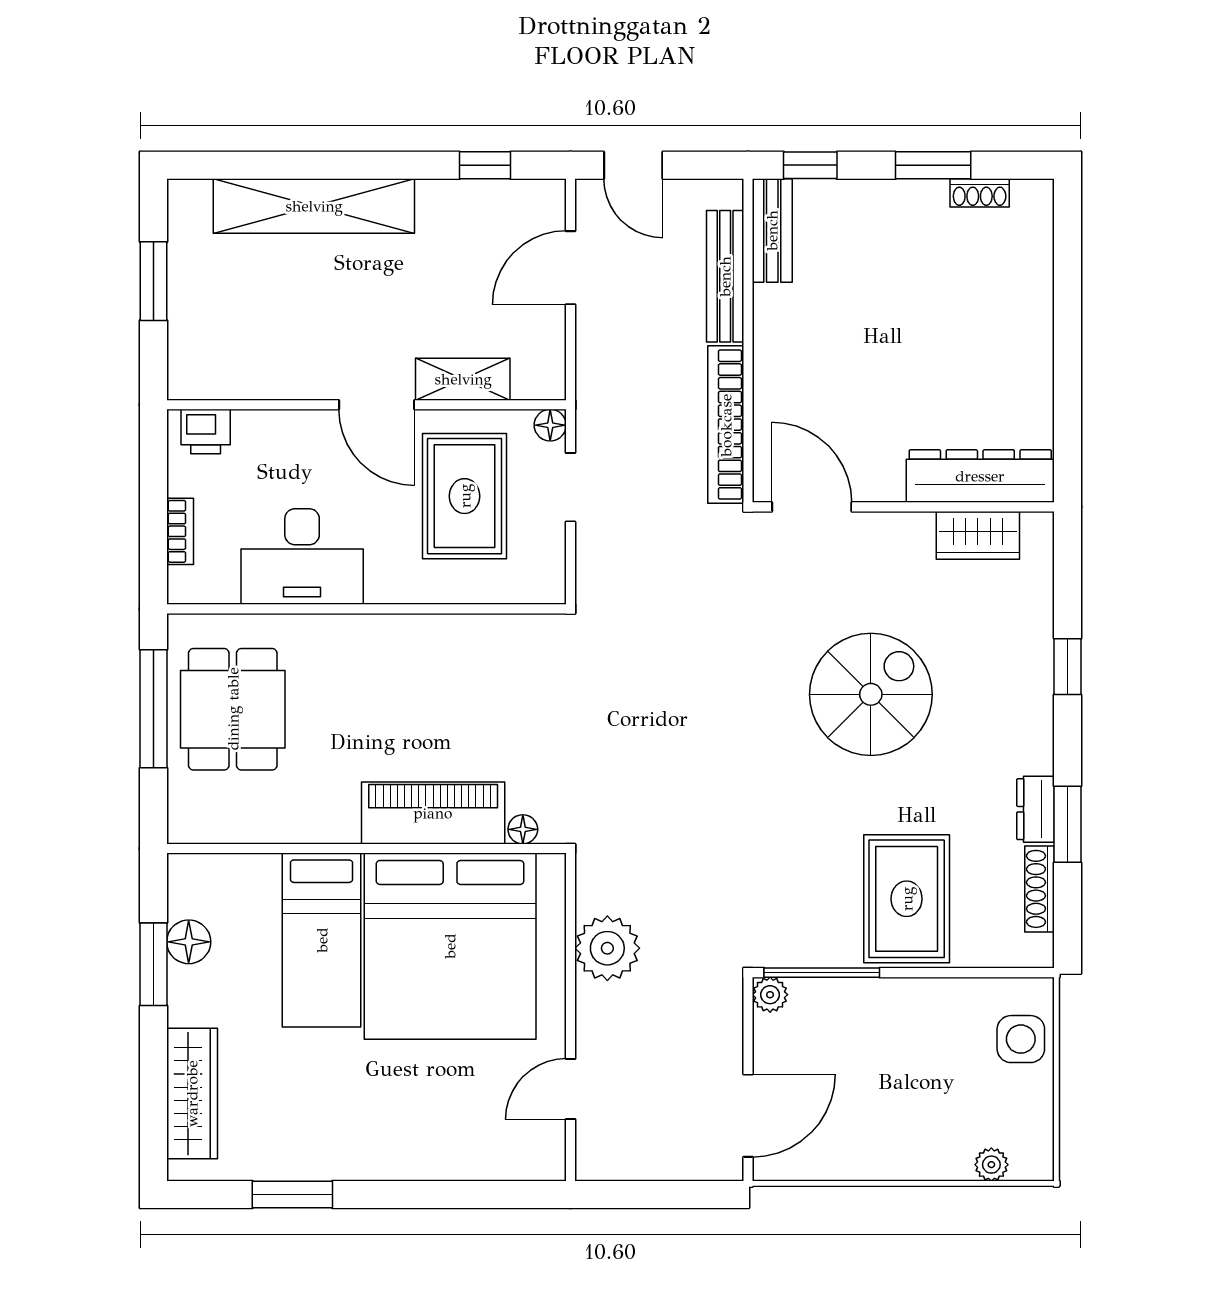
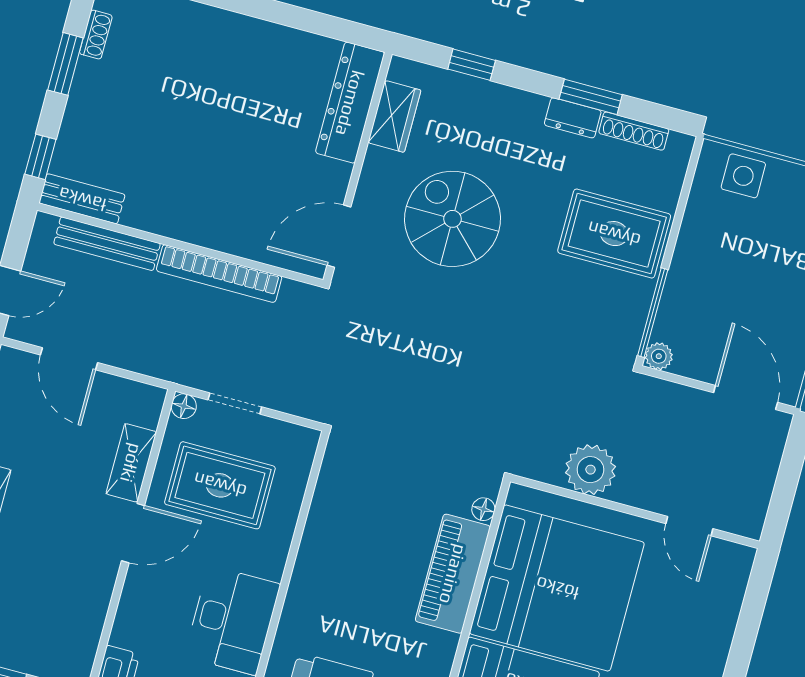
dresser: (980, 476) -> (350, 103), moved
door: (812, 507) -> (339, 236), moved
wall: (903, 507) -> (358, 167), moved
wardrobe: (978, 535) -> (394, 116), moved

